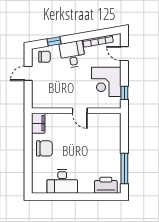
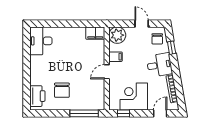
plant: (40, 100) -> (117, 35), added
filing cabinet: (64, 101) -> (116, 57), added
chair: (44, 148) -> (62, 90), moved
window: (124, 168) -> (84, 113), moved
desk: (62, 181) -> (41, 41), moved

